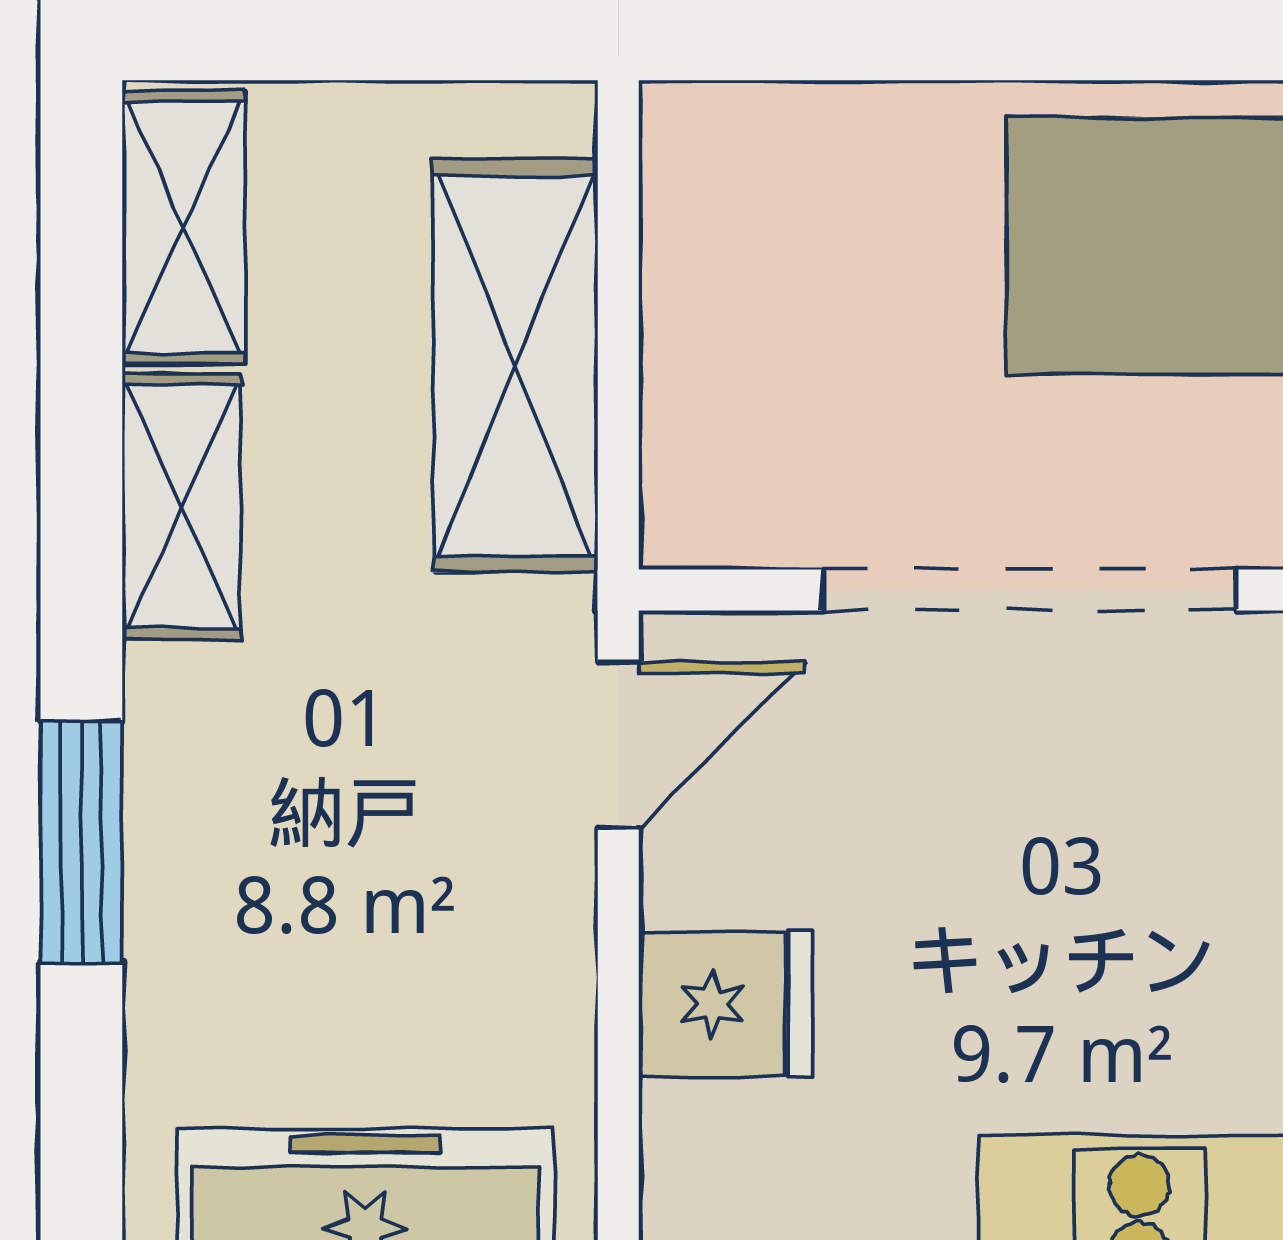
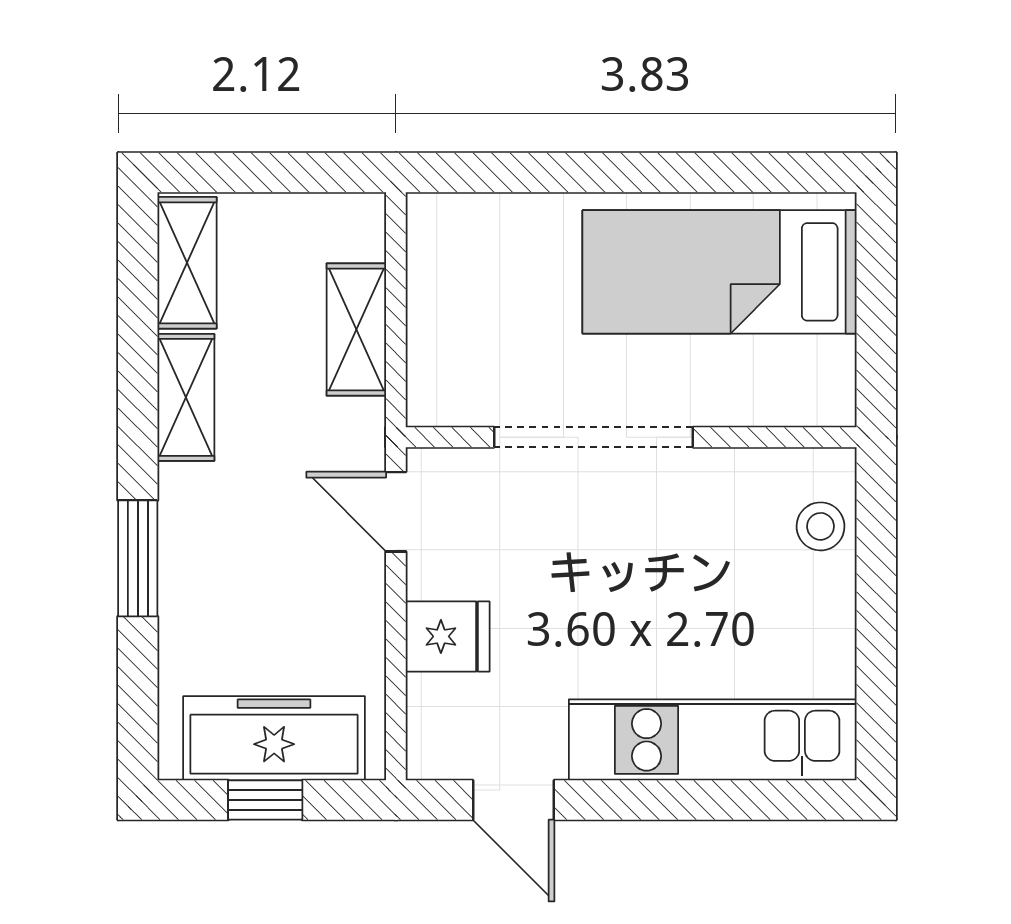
shelving: (515, 366) -> (356, 330), width x0.67, depth x0.75
door: (618, 745) -> (396, 512), swing flipped

